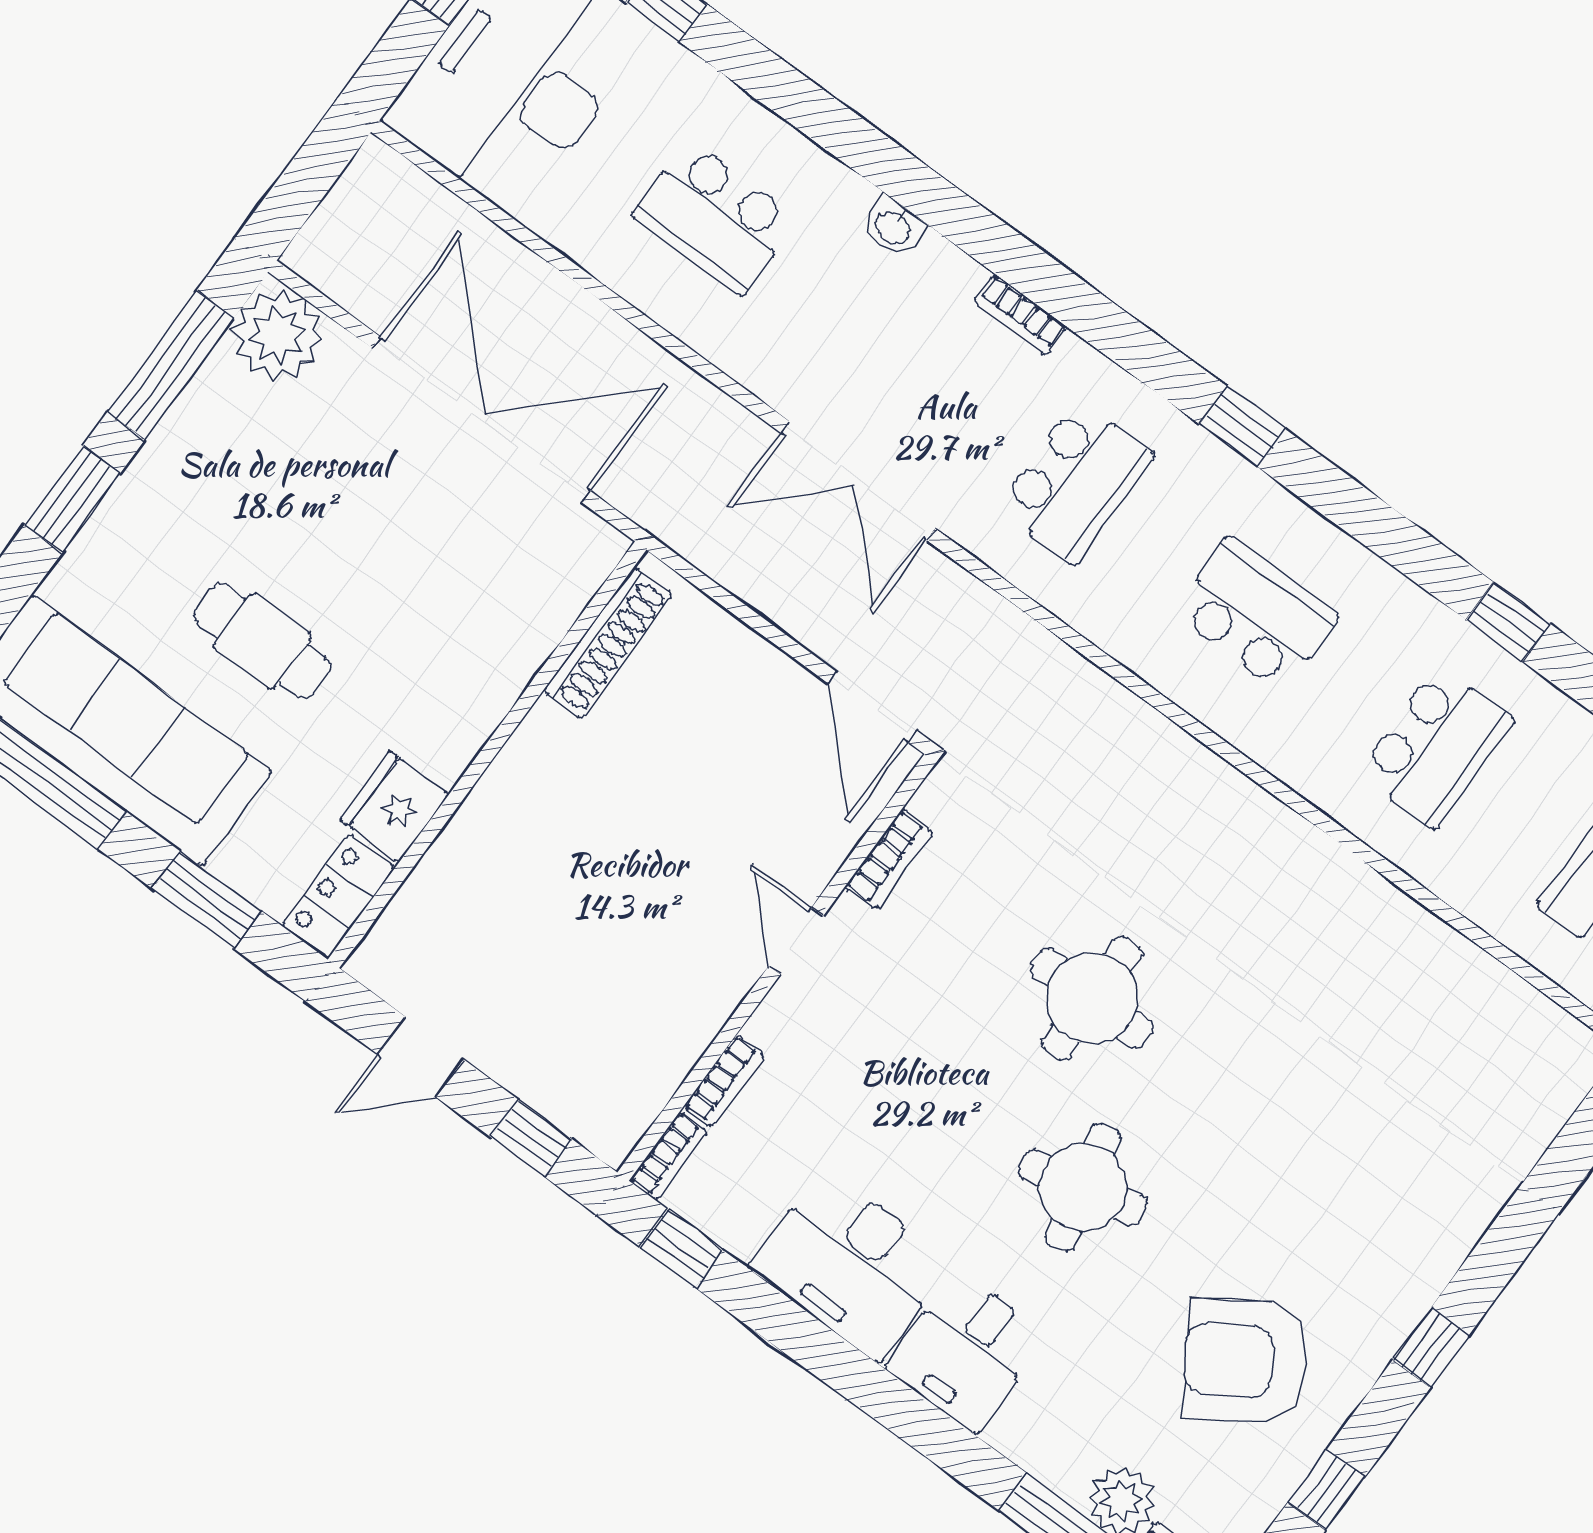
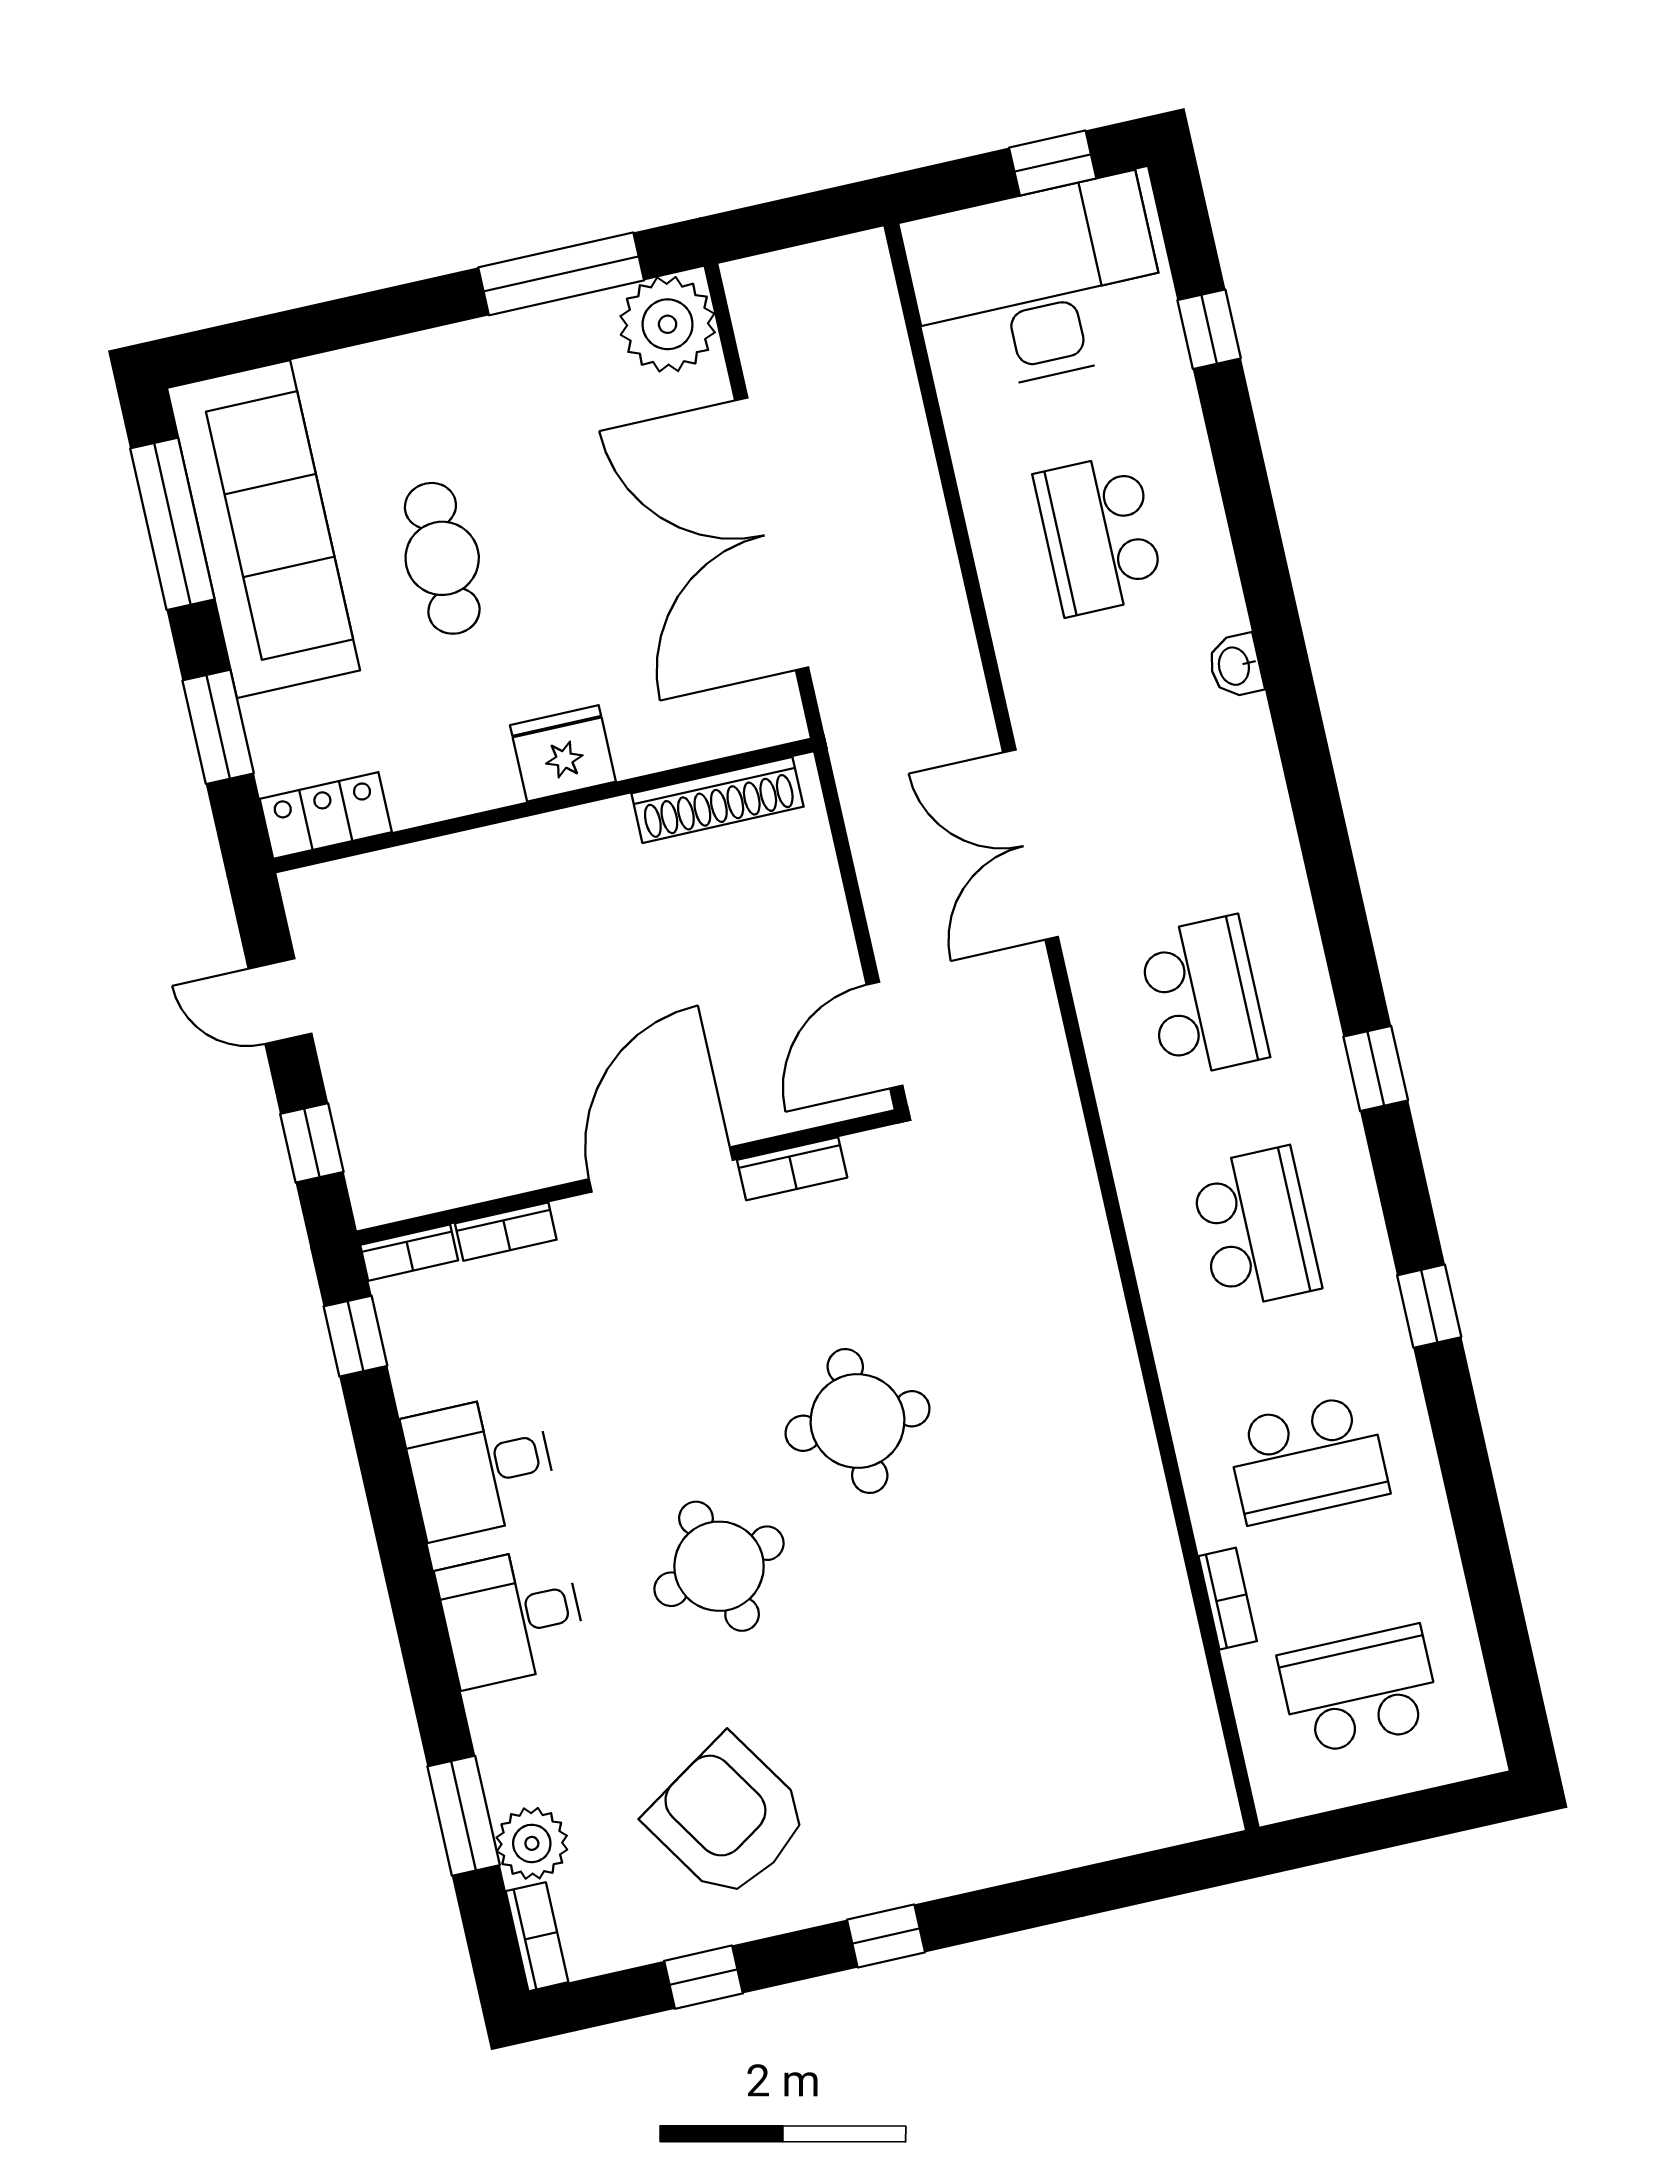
bookcase: (1020, 315) -> (1228, 1599), moved, turned 180
double door: (482, 420) -> (772, 534), swing flipped
school desk: (1075, 482) -> (1203, 997), turned -90
window: (72, 499) -> (389, 313), removed
window: (1508, 622) -> (1429, 1306), moved
fridge: (394, 807) -> (563, 753), moved
door: (796, 941) -> (661, 1169), width x1.87
desk: (851, 1264) -> (480, 1466), width x0.73

